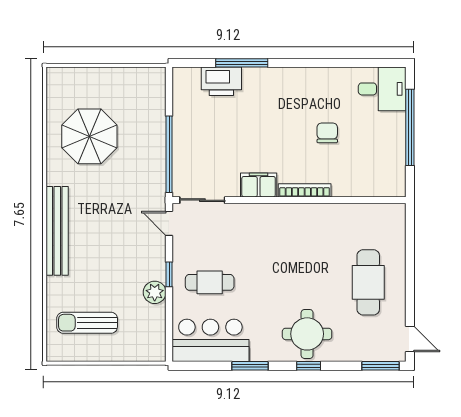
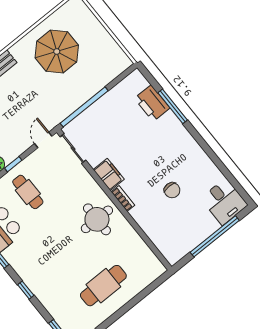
chair: (327, 133) -> (172, 190), turned 90
bookcase: (305, 190) -> (123, 199), width x0.64
round table: (307, 334) -> (97, 219), moved

